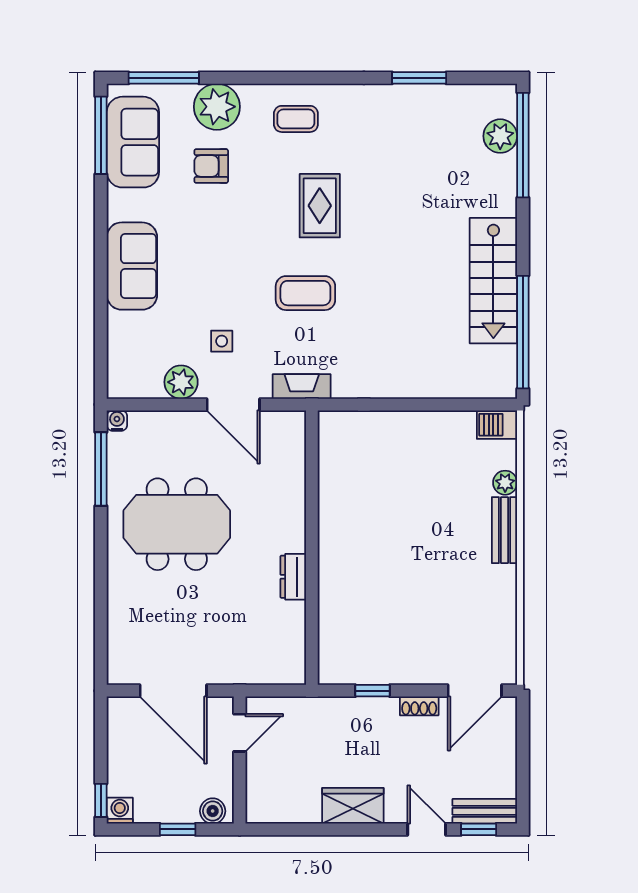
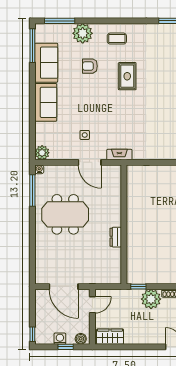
sofa: (133, 142) -> (46, 63), moved
armchair: (211, 166) -> (90, 66), moved
coffee table: (305, 293) -> (121, 114), removed
plant: (181, 382) -> (42, 153), moved
window: (372, 691) -> (138, 287), moved
plant: (375, 719) -> (151, 299), added
wardrobe: (353, 806) -> (110, 337), moved
washing machine: (120, 811) -> (60, 339), moved

